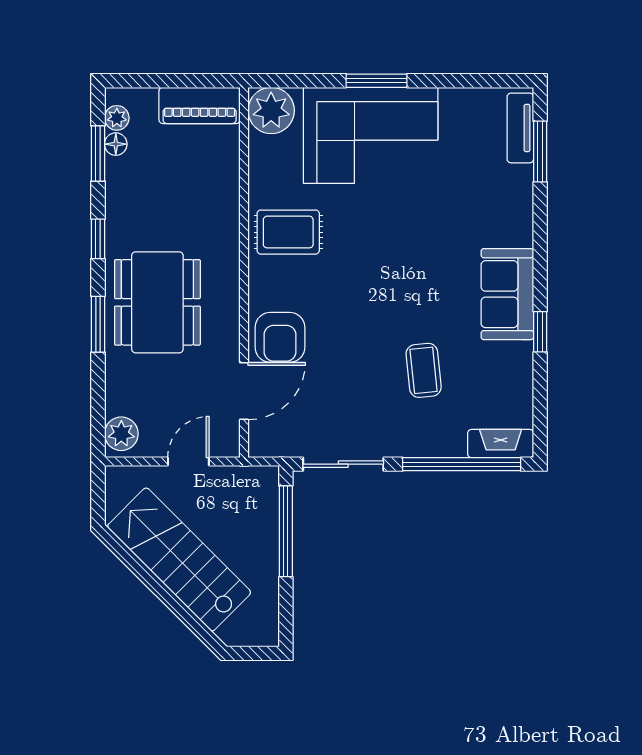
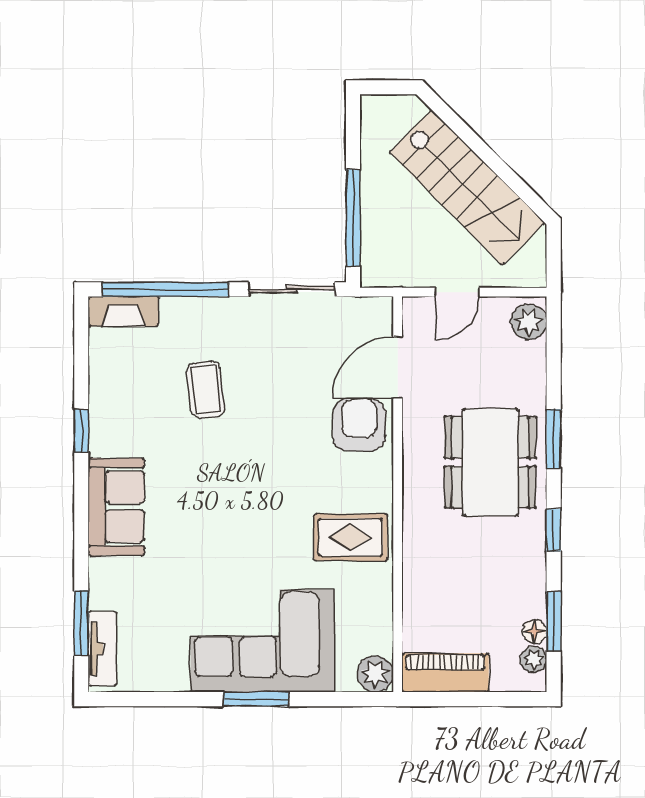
plant: (271, 110) -> (375, 674), width x0.73, depth x0.73
sofa: (507, 294) -> (116, 507), moved

